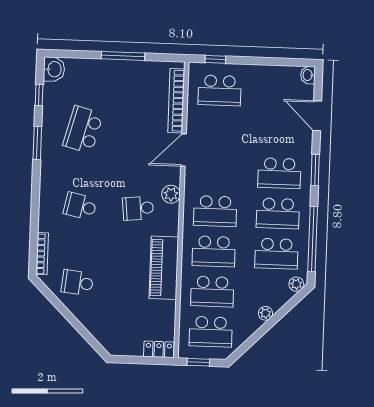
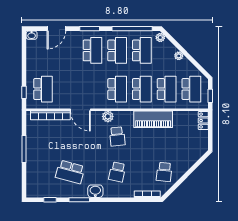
washbasin: (54, 69) -> (95, 191), moved

